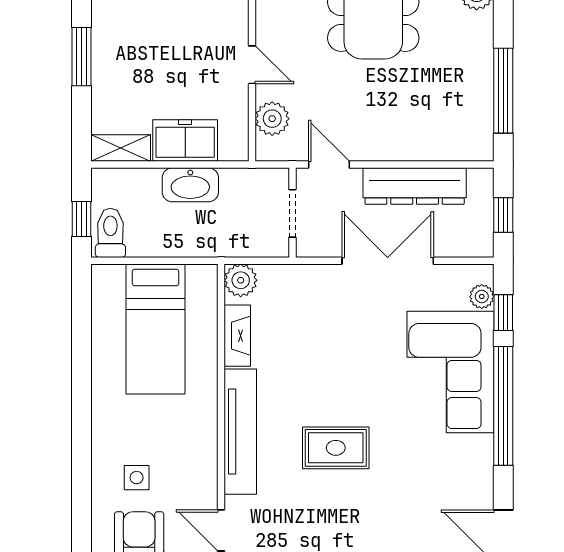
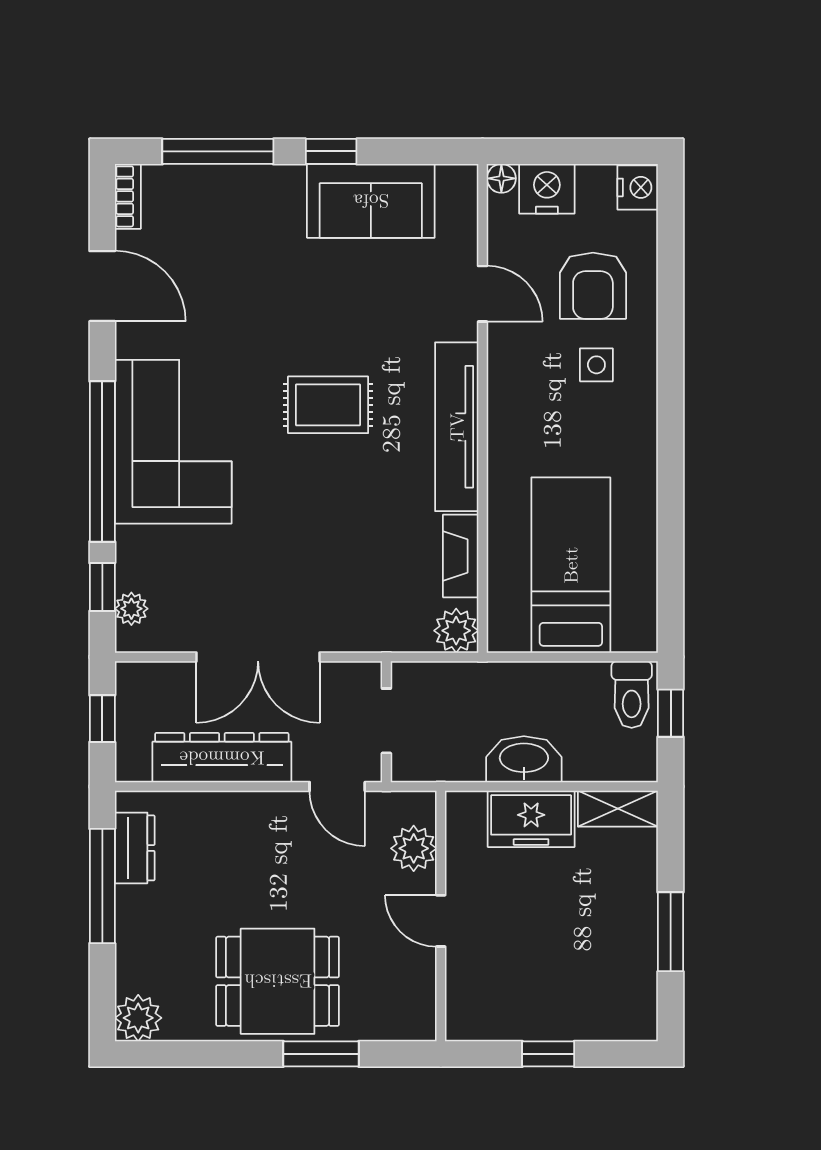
dresser: (479, 119) -> (135, 848), added
corner sofa: (451, 372) -> (173, 442), moved

